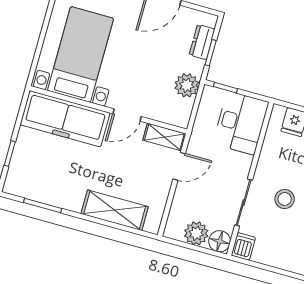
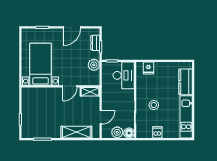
freezer: (65, 119) -> (42, 96), removed
door: (179, 166) -> (101, 117), moved
dishwasher: (243, 246) -> (157, 132), moved

